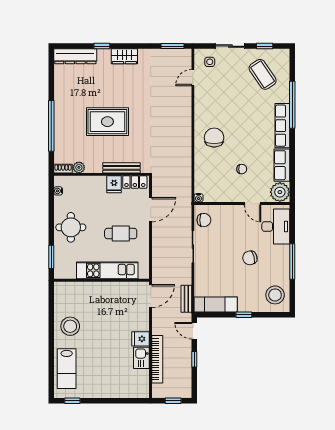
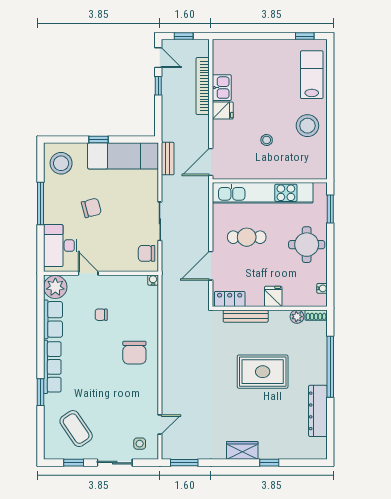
dresser: (75, 56) -> (318, 411), moved, turned -90
window: (292, 105) -> (40, 392), width x0.47
fridge: (114, 184) -> (273, 296), moved
kitchen unit: (107, 270) -> (263, 193), width x1.36
exam couch: (216, 305) -> (123, 156), width x1.36, depth x1.45
stool: (104, 314) -> (267, 140), added
door: (194, 331) -> (158, 58), moved

